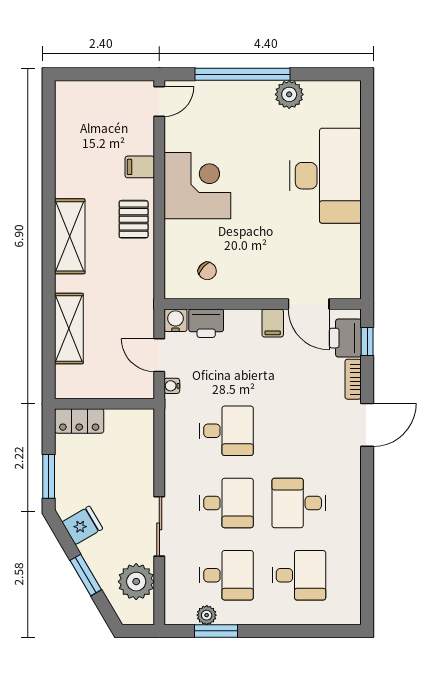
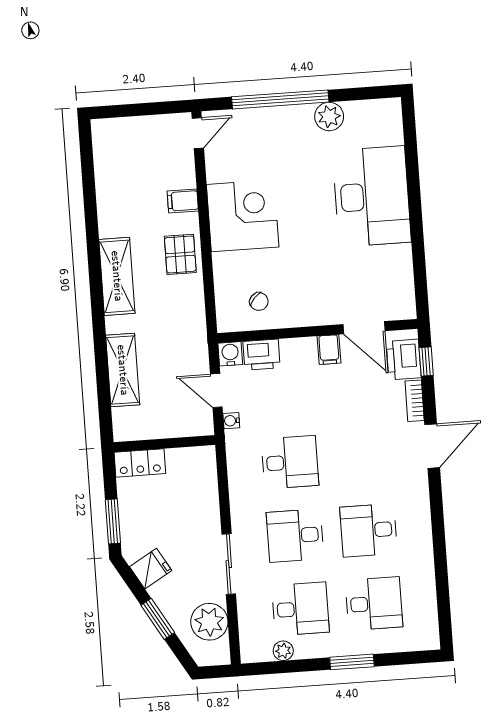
desk: (226, 503) -> (295, 536), turned 180
window: (216, 631) -> (352, 662), moved

